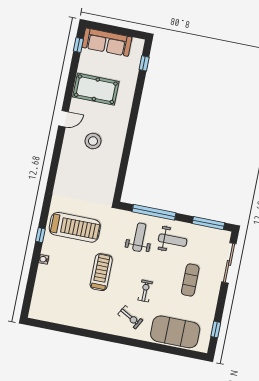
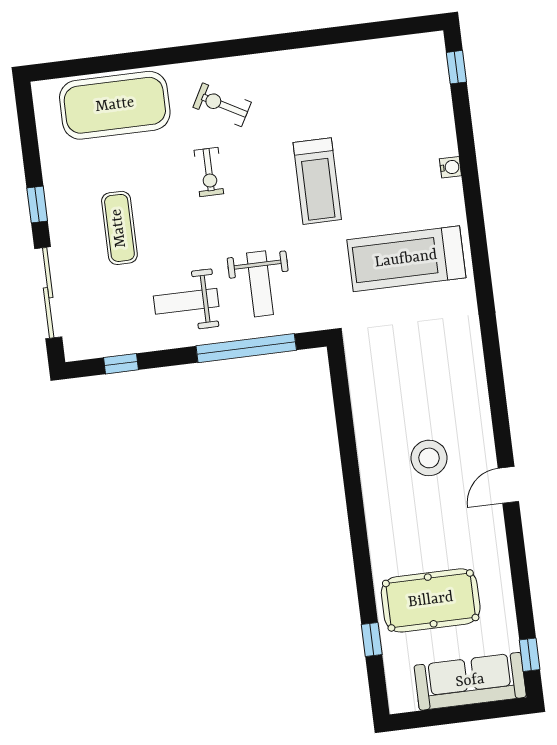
window: (144, 63) -> (372, 639), moved
pool table: (96, 89) -> (431, 600), moved
window: (208, 223) -> (121, 364), width x0.46
window: (40, 235) -> (456, 67), moved
window: (216, 329) -> (37, 205), moved

